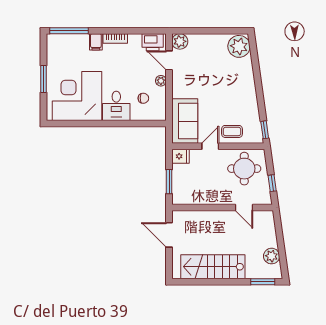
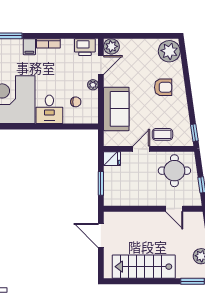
door: (169, 60) -> (101, 65), swing flipped
armchair: (233, 83) -> (163, 87), added
sofa: (185, 121) -> (116, 109), moved

